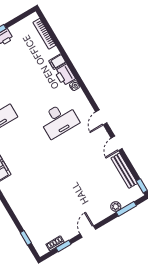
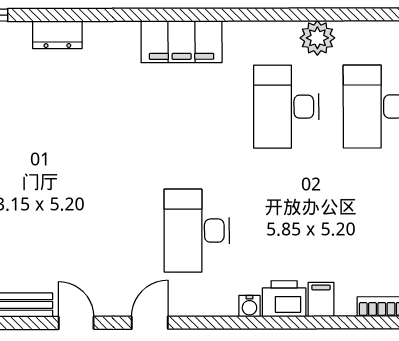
door: (101, 117) -> (150, 323), hinge flipped
dresser: (19, 210) -> (57, 35), added

